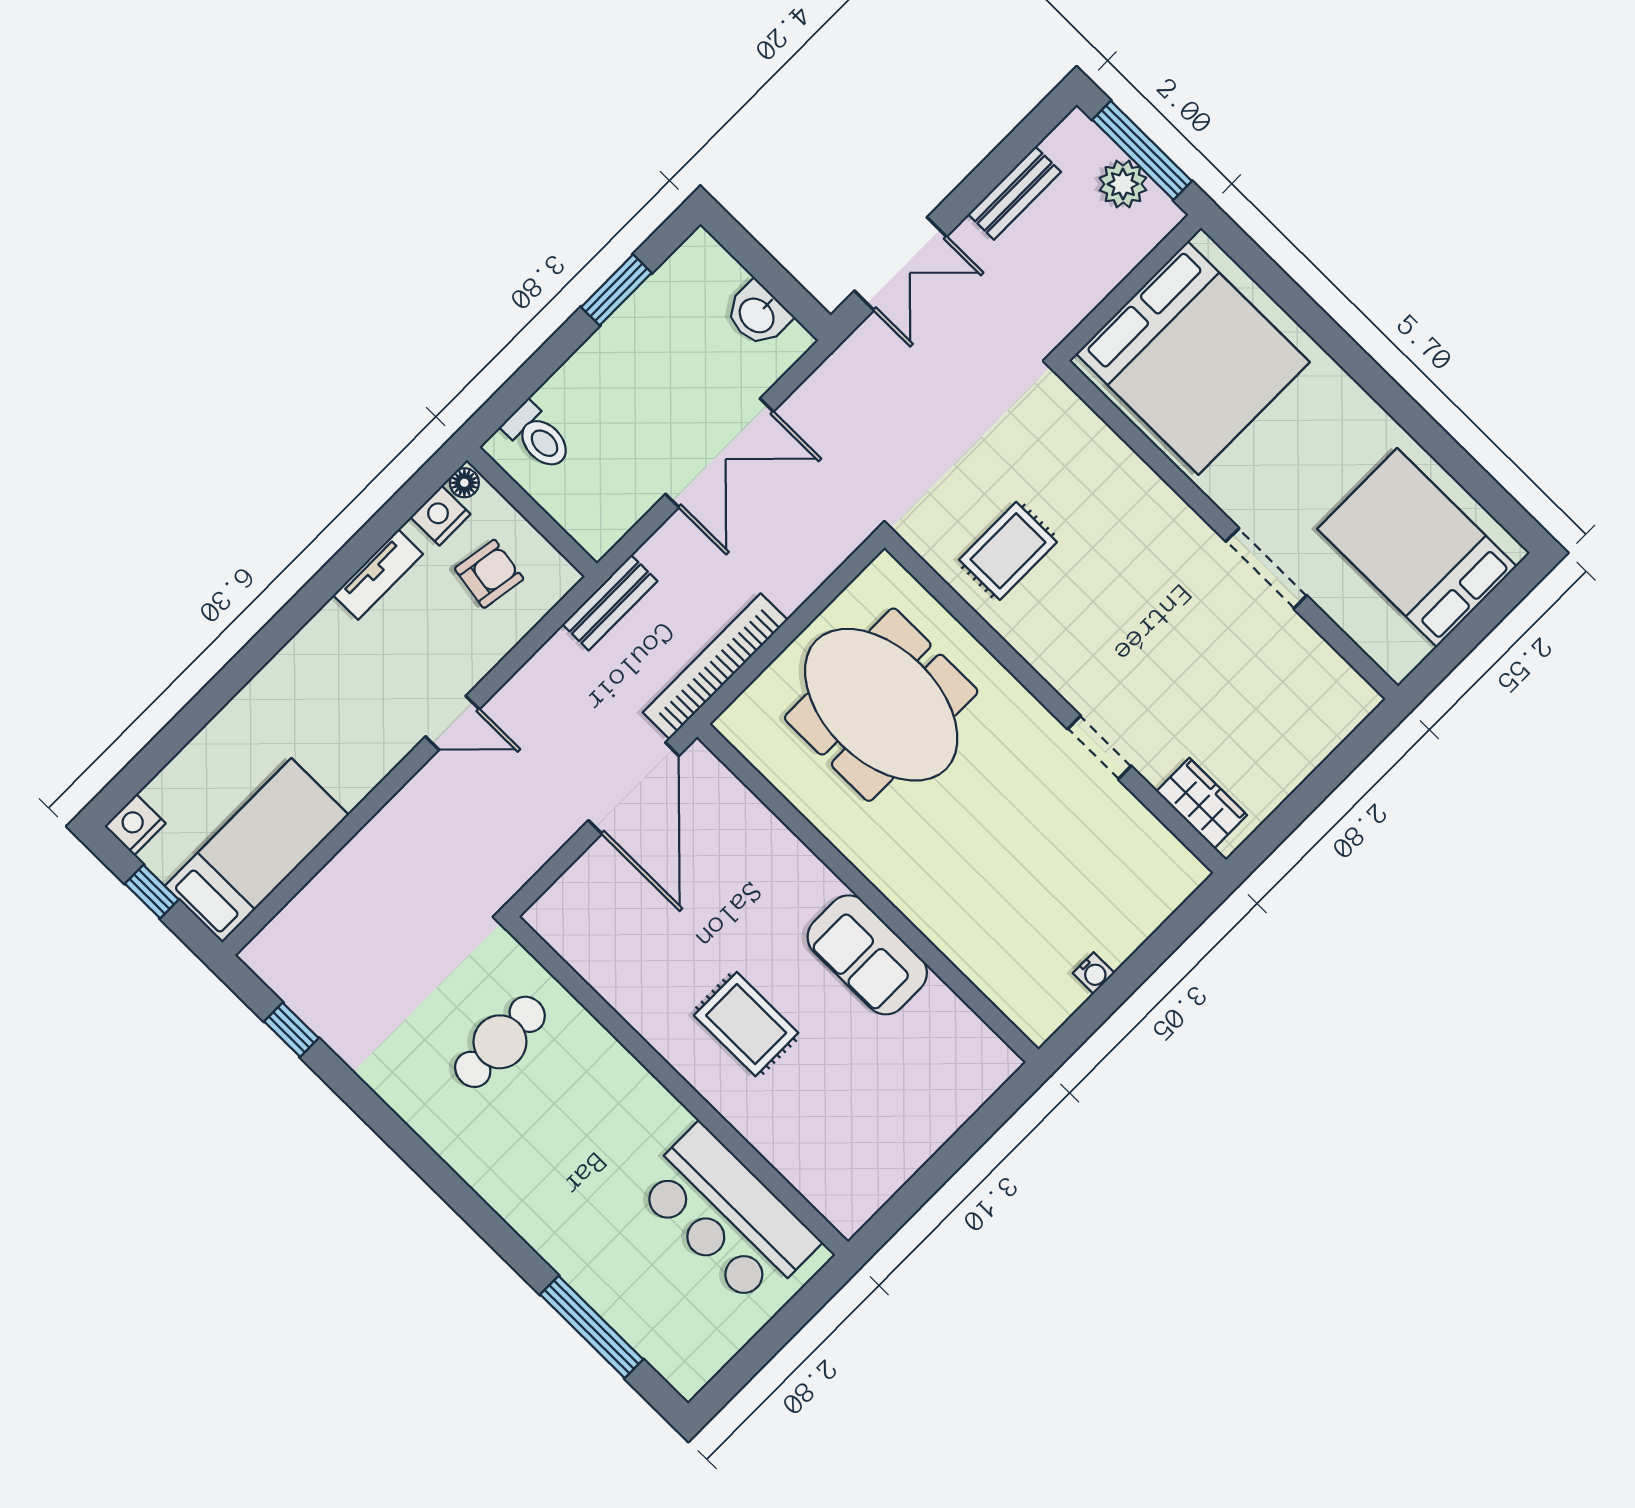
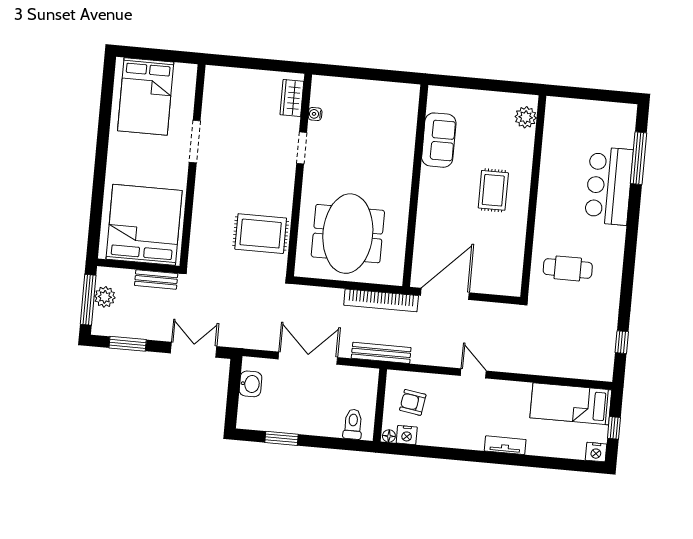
window: (1007, 156) -> (128, 344), added
bench: (1015, 193) -> (156, 280), moved
rug: (1008, 551) -> (261, 234), width x1.36, depth x1.43
tv unit: (378, 575) -> (505, 445), moved
bench: (610, 603) -> (381, 353), width x1.36
sofa: (867, 955) -> (439, 140), moved
water cooler: (1094, 973) -> (315, 114), moved, turned -90
plant: (828, 1187) -> (526, 117), added
bar counter: (727, 1216) -> (609, 186), moved, turned 180

